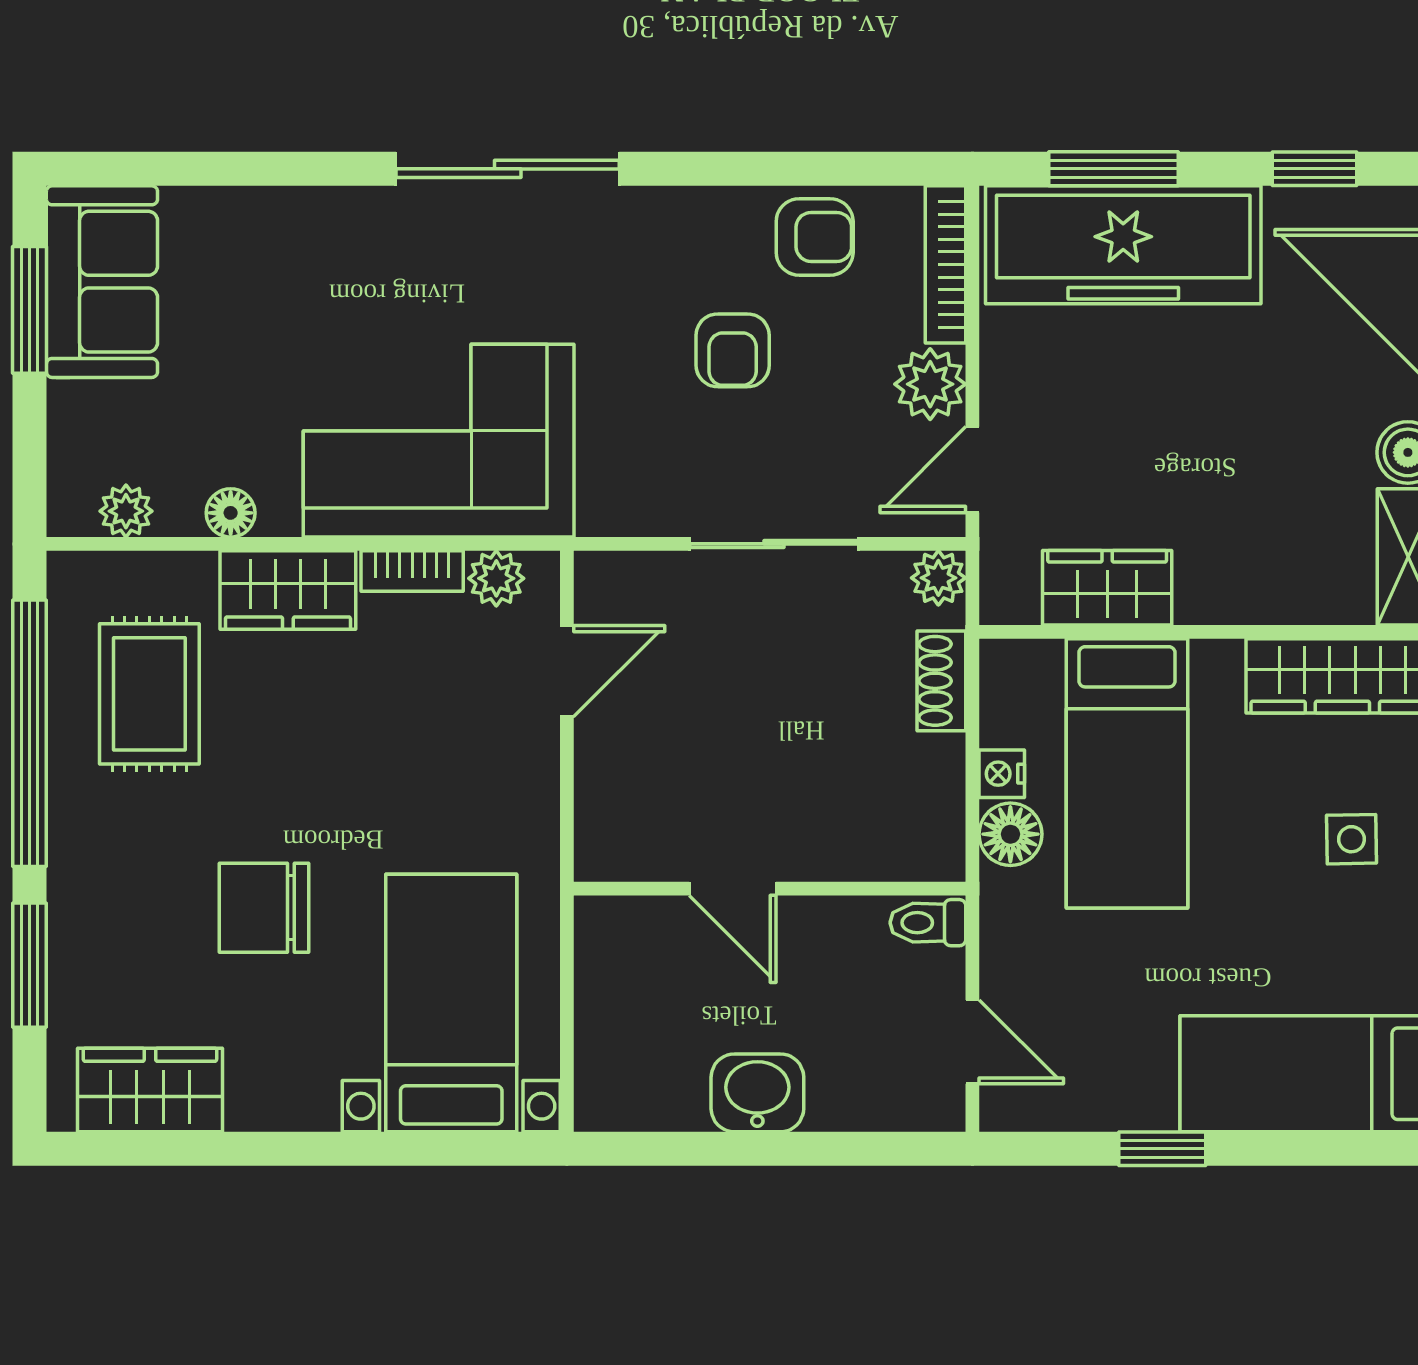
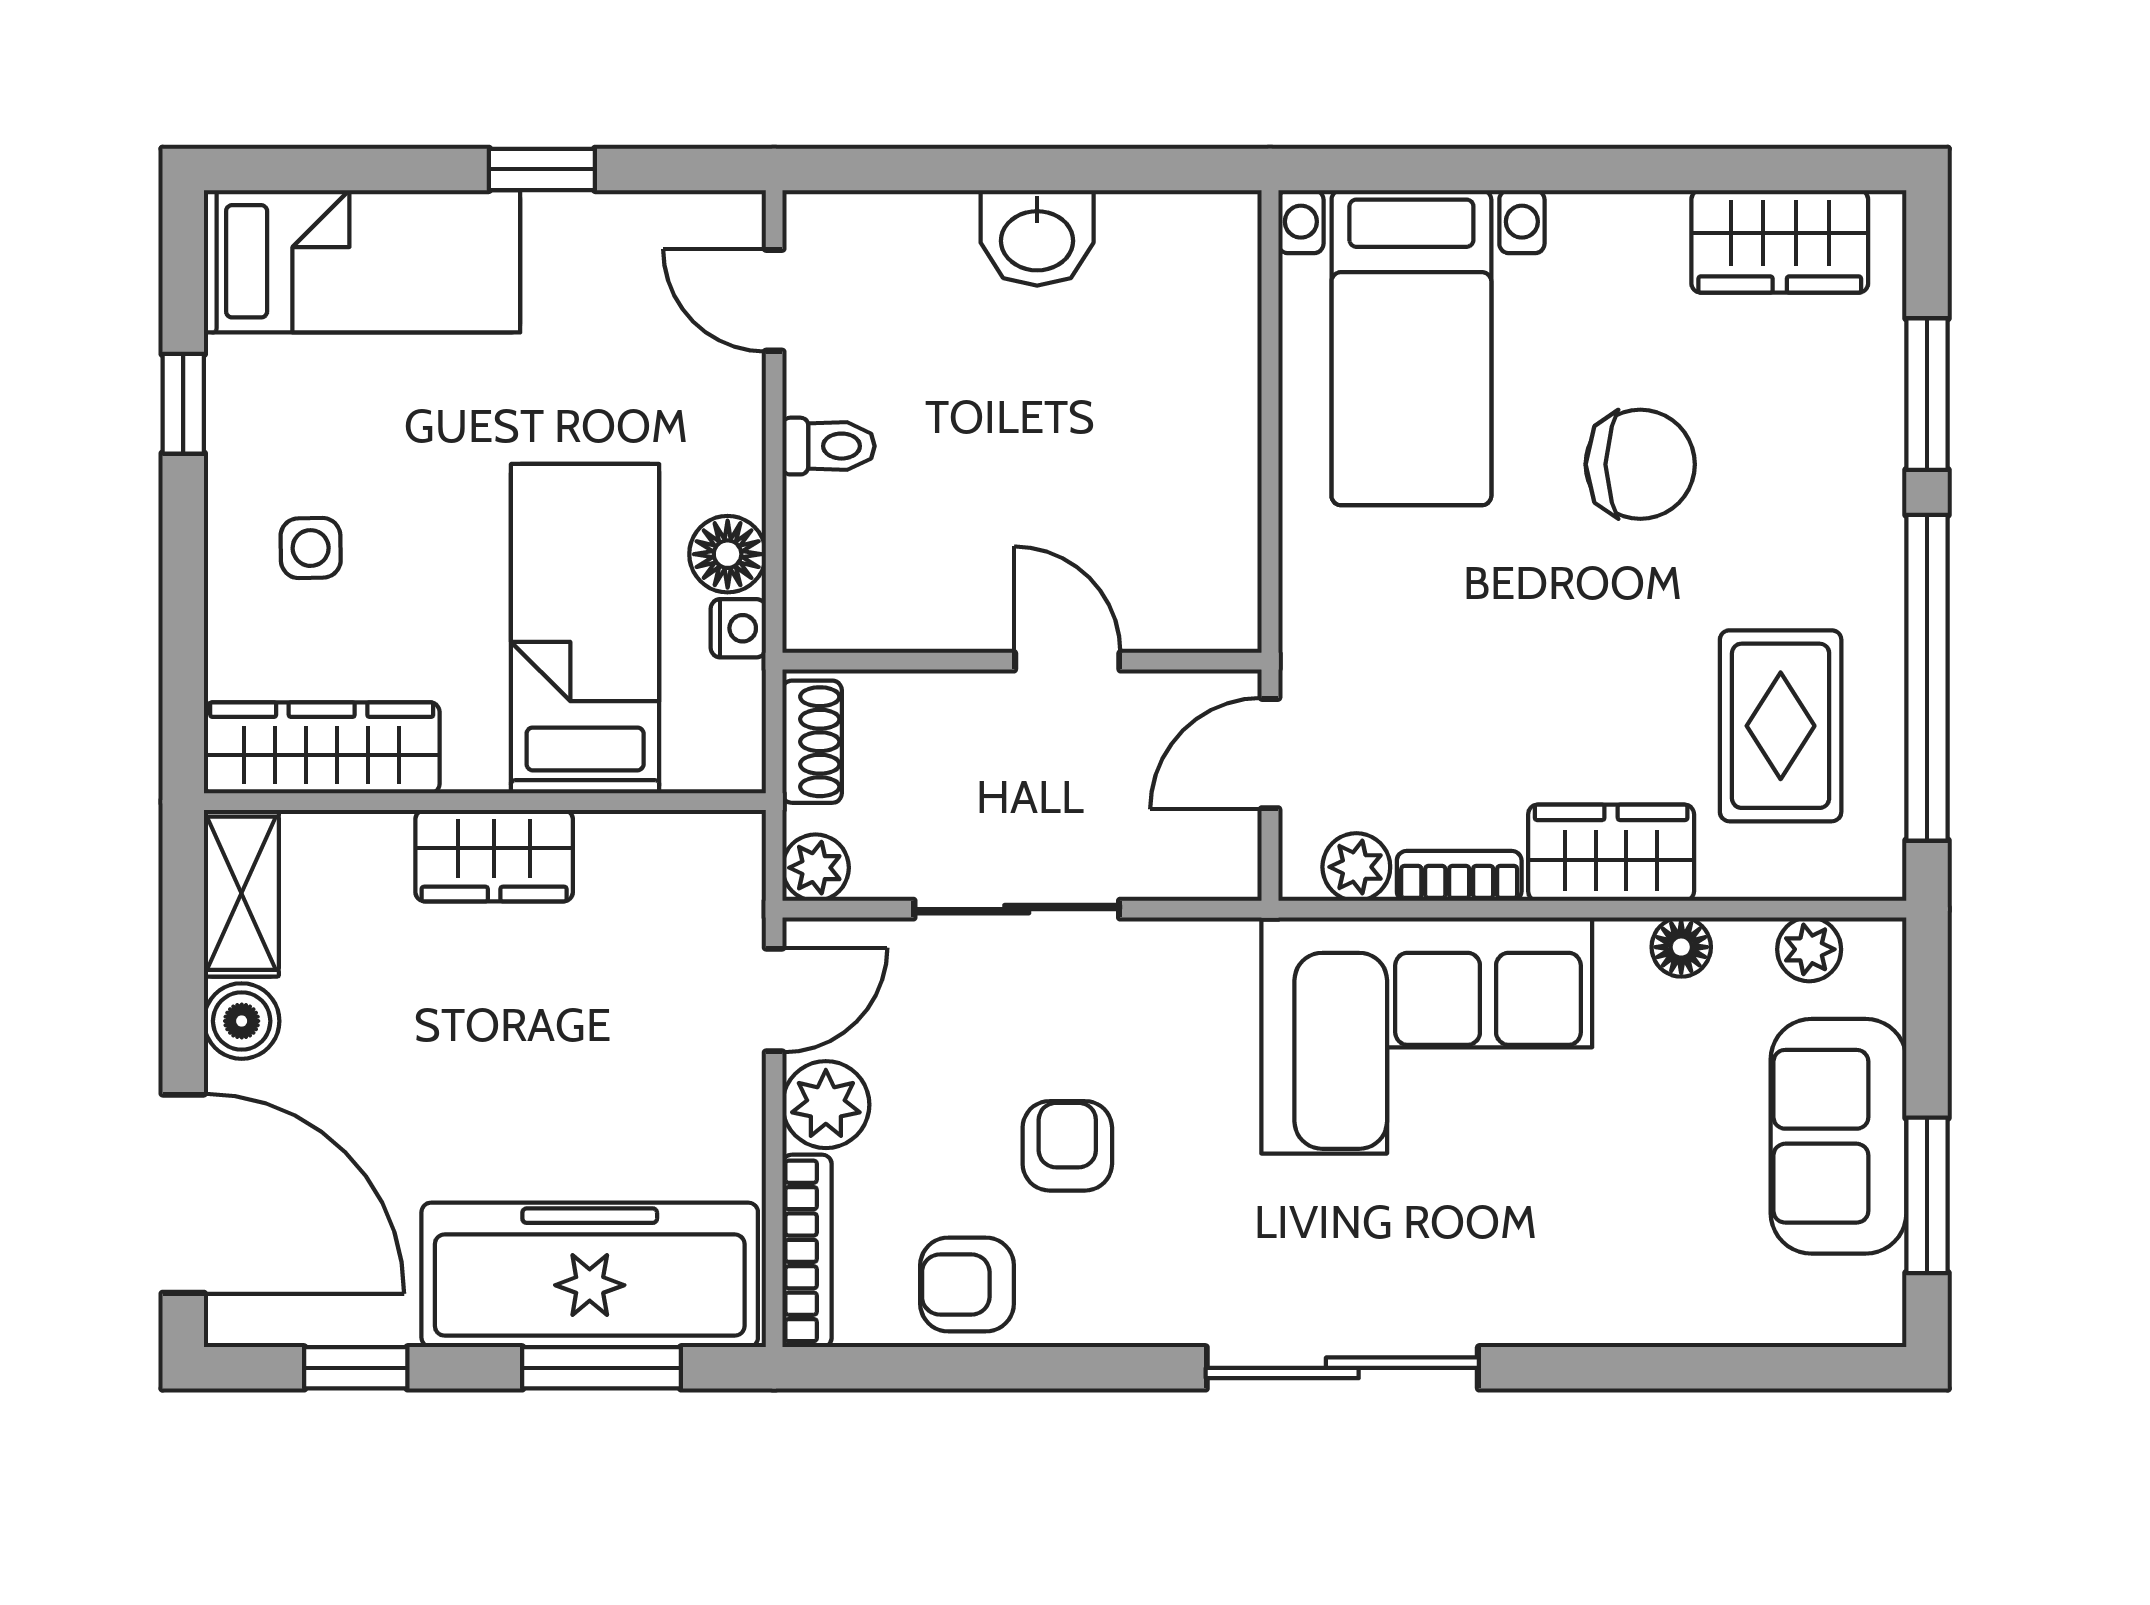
sofa: (102, 282) -> (1839, 1136), moved
wardrobe: (1107, 588) -> (494, 856), moved
door: (733, 889) -> (1067, 661), moved
wall: (770, 889) -> (1022, 661), moved

